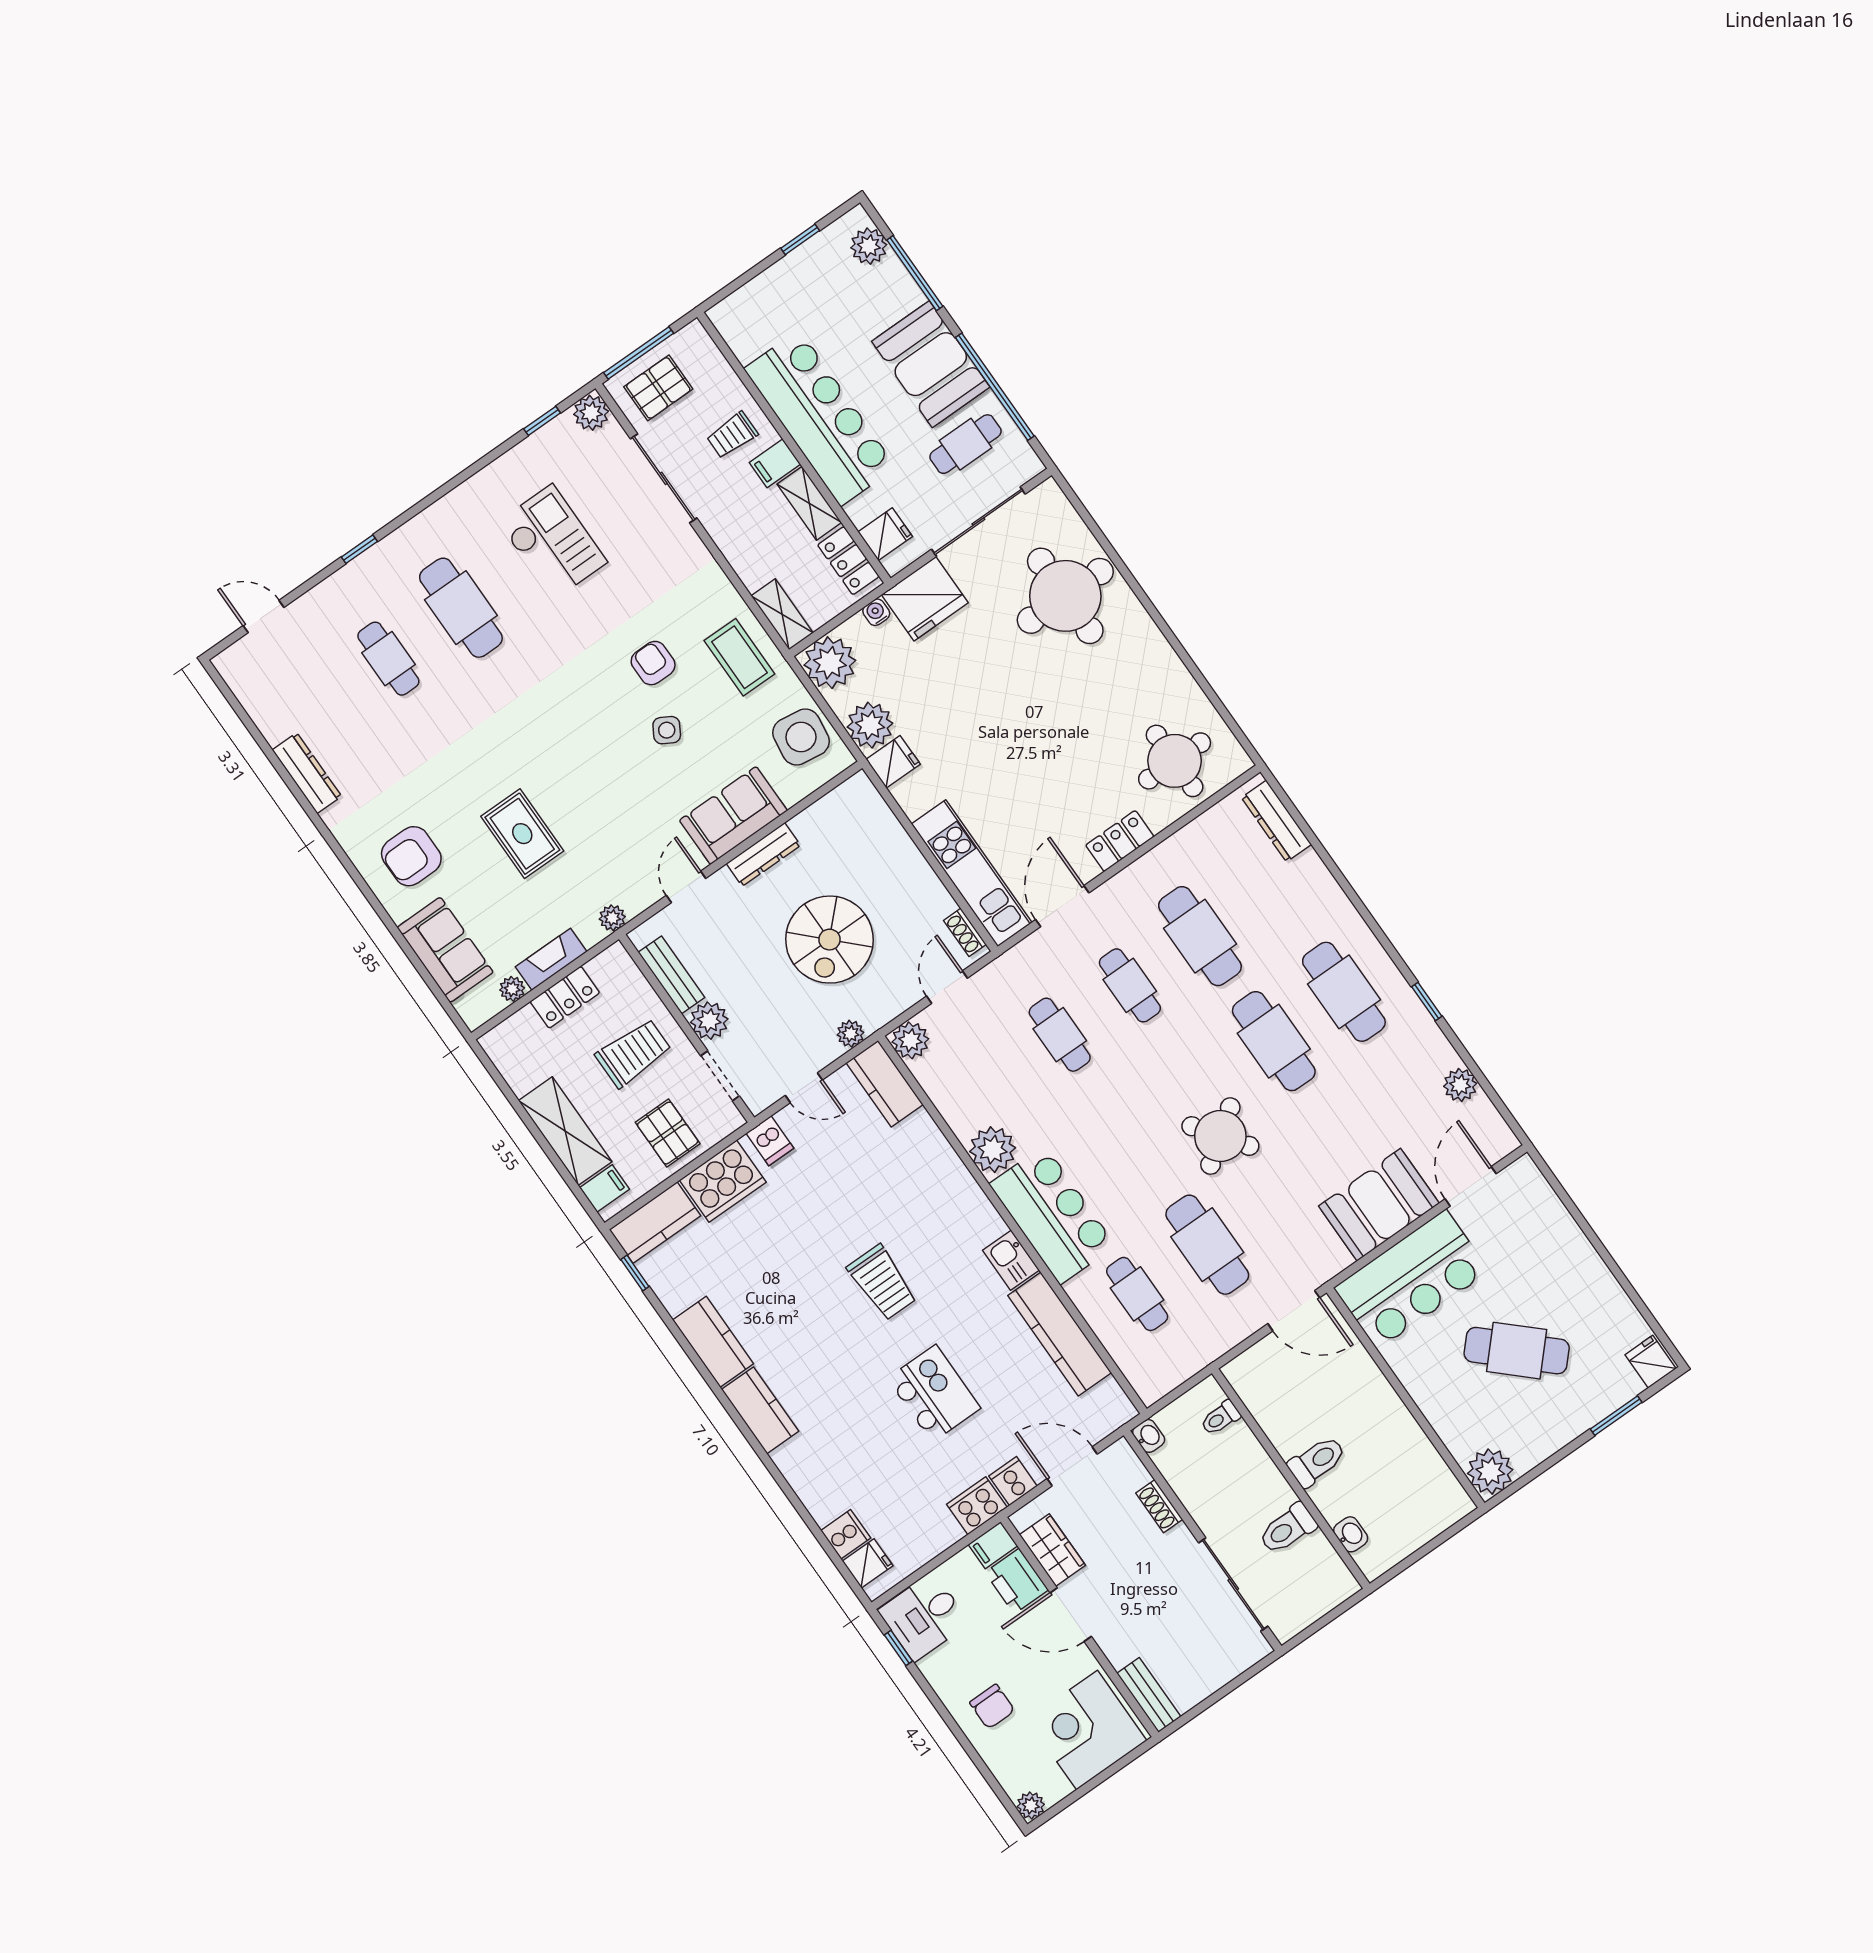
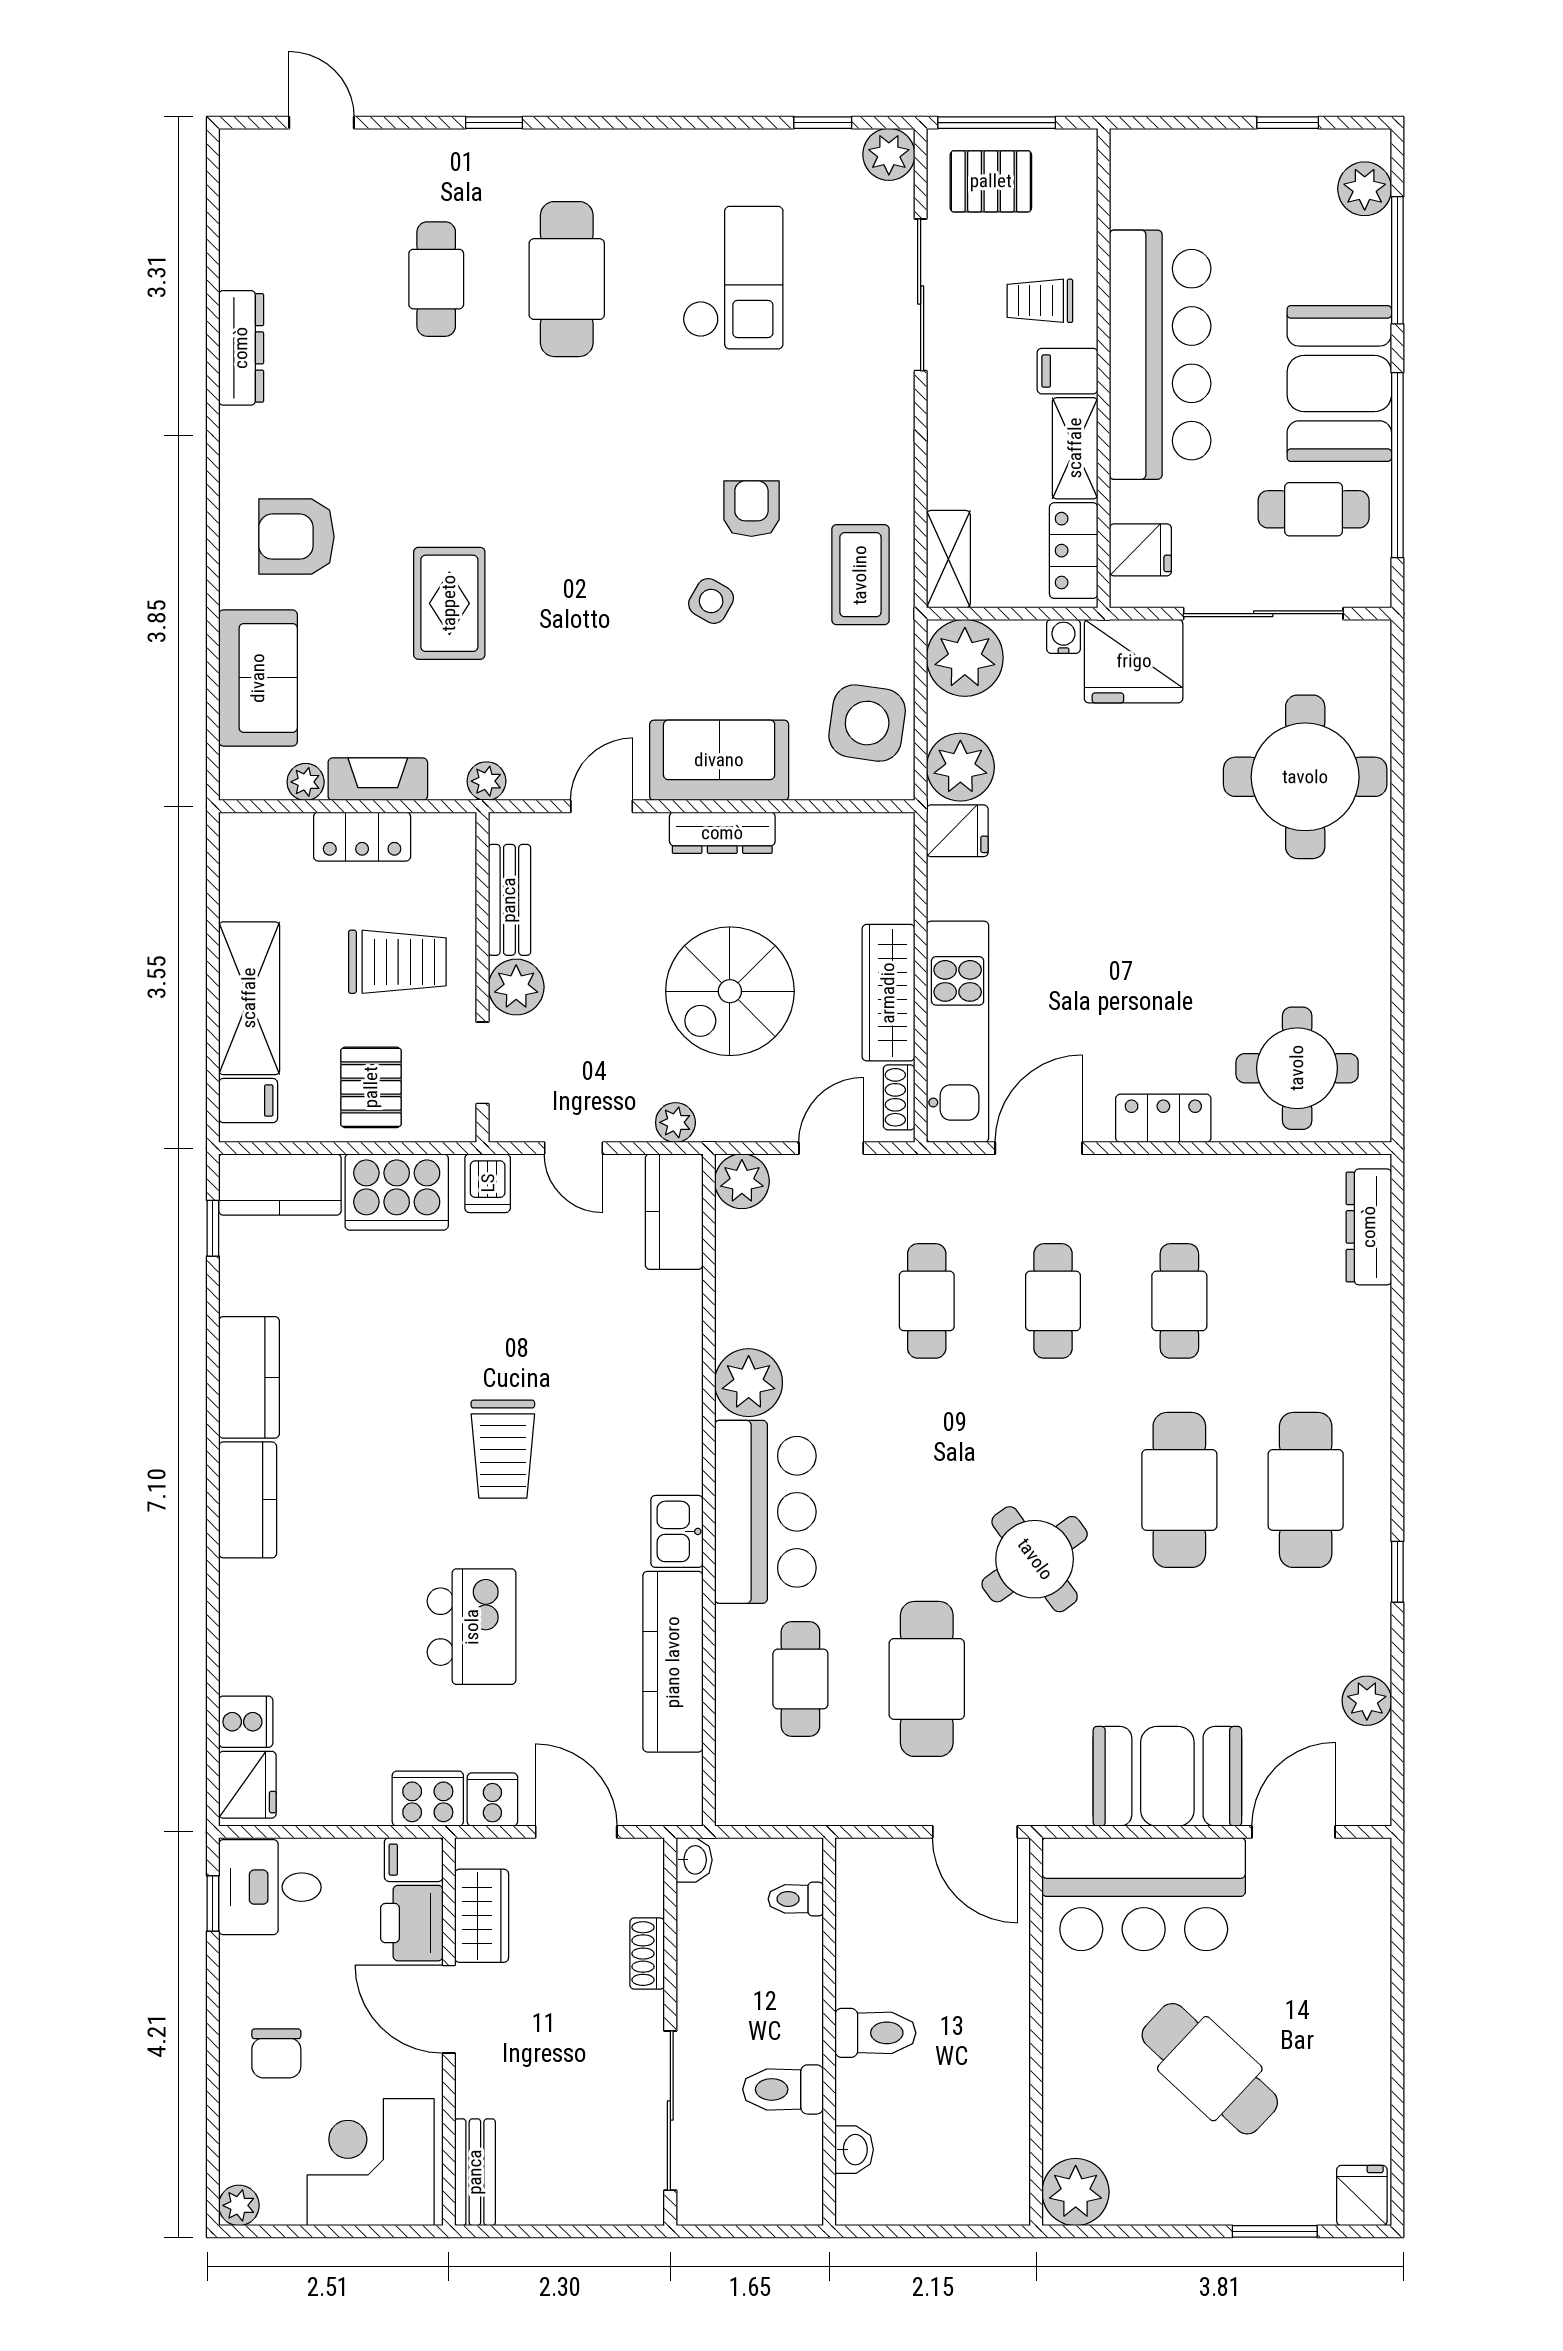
wardrobe: (918, 878) -> (888, 993), added
cafe table: (1200, 936) -> (1179, 1301), width x0.73, depth x0.74
fridge: (868, 1563) -> (247, 1785), width x1.38

